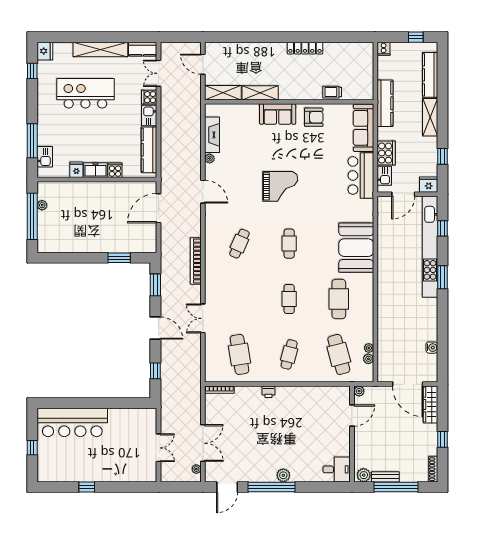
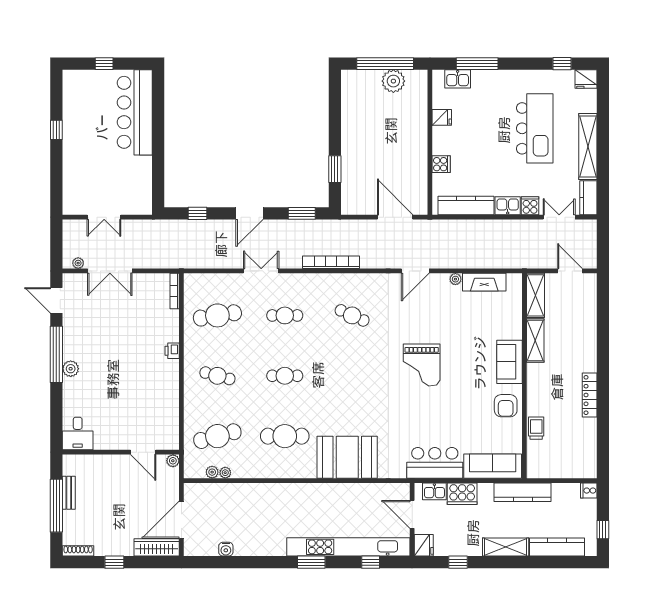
door: (203, 64) -> (570, 271), hinge flipped
freezer: (95, 170) -> (441, 141), removed
plant: (42, 205) -> (393, 81), width x1.88, depth x1.88
cafe table: (289, 244) -> (285, 315), moved
plant: (364, 475) -> (71, 466), removed

